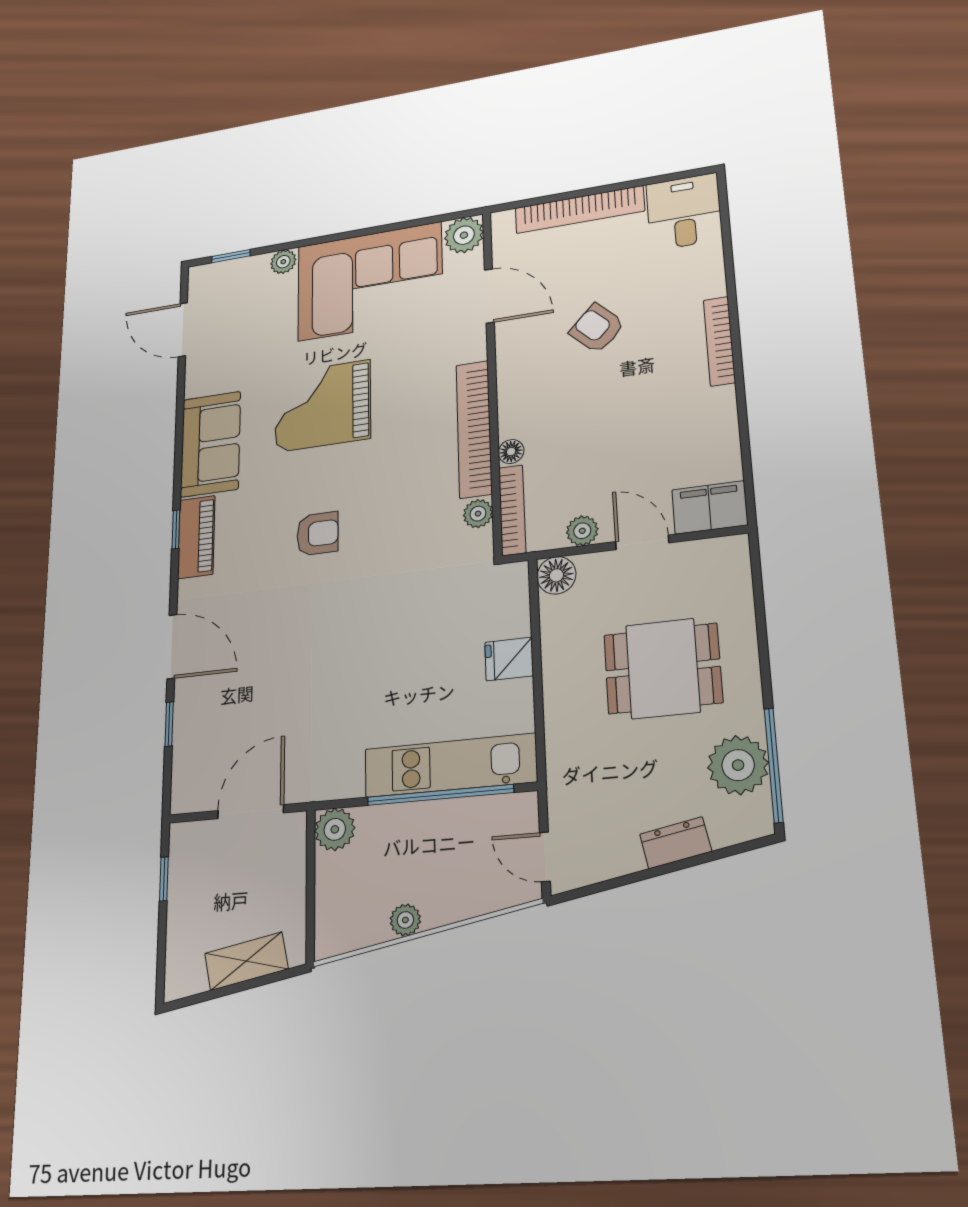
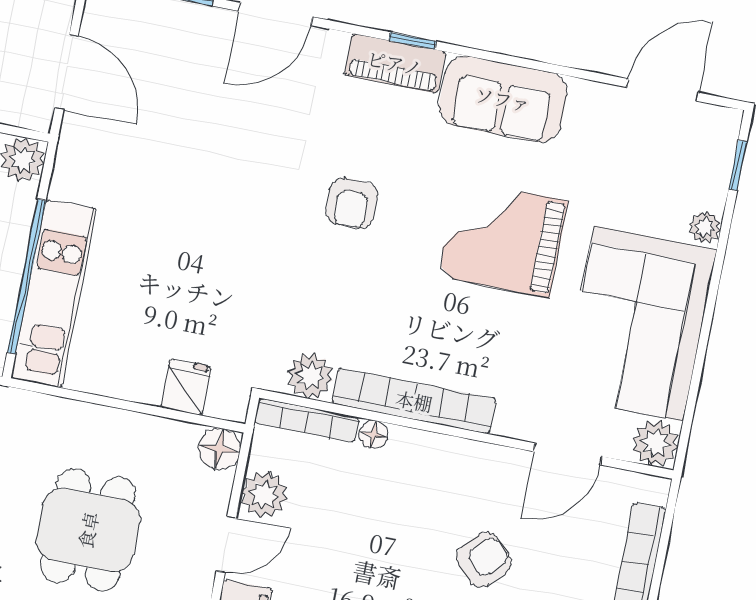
grand piano: (323, 406) -> (503, 239), turned -90
plant: (478, 514) -> (310, 376), width x1.38, depth x1.38
plant: (582, 531) -> (264, 495), width x1.38, depth x1.38
fridge: (509, 659) -> (186, 387), moved

